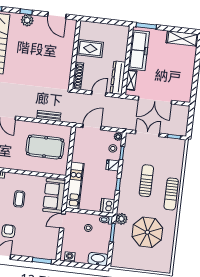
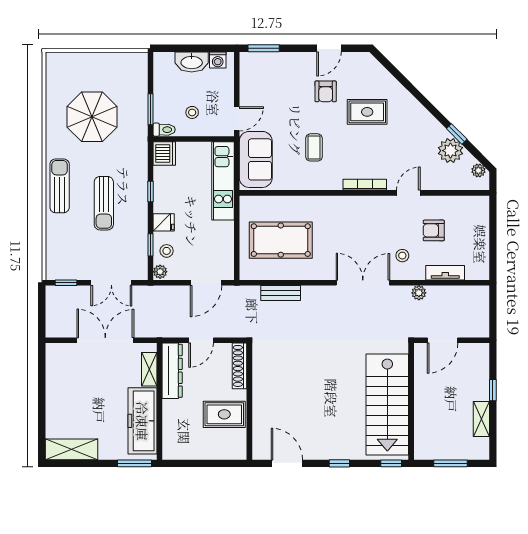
plant: (27, 20) -> (336, 449), removed
plant: (122, 219) -> (138, 134), removed
washbasin: (98, 259) -> (192, 62), moved

